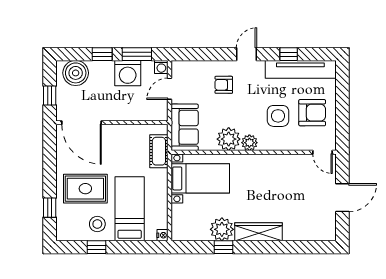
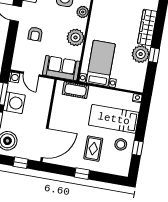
plant: (249, 143) -> (83, 12), moved
rug: (85, 189) -> (93, 149), width x0.73, depth x0.70
window: (50, 208) -> (82, 174), moved

